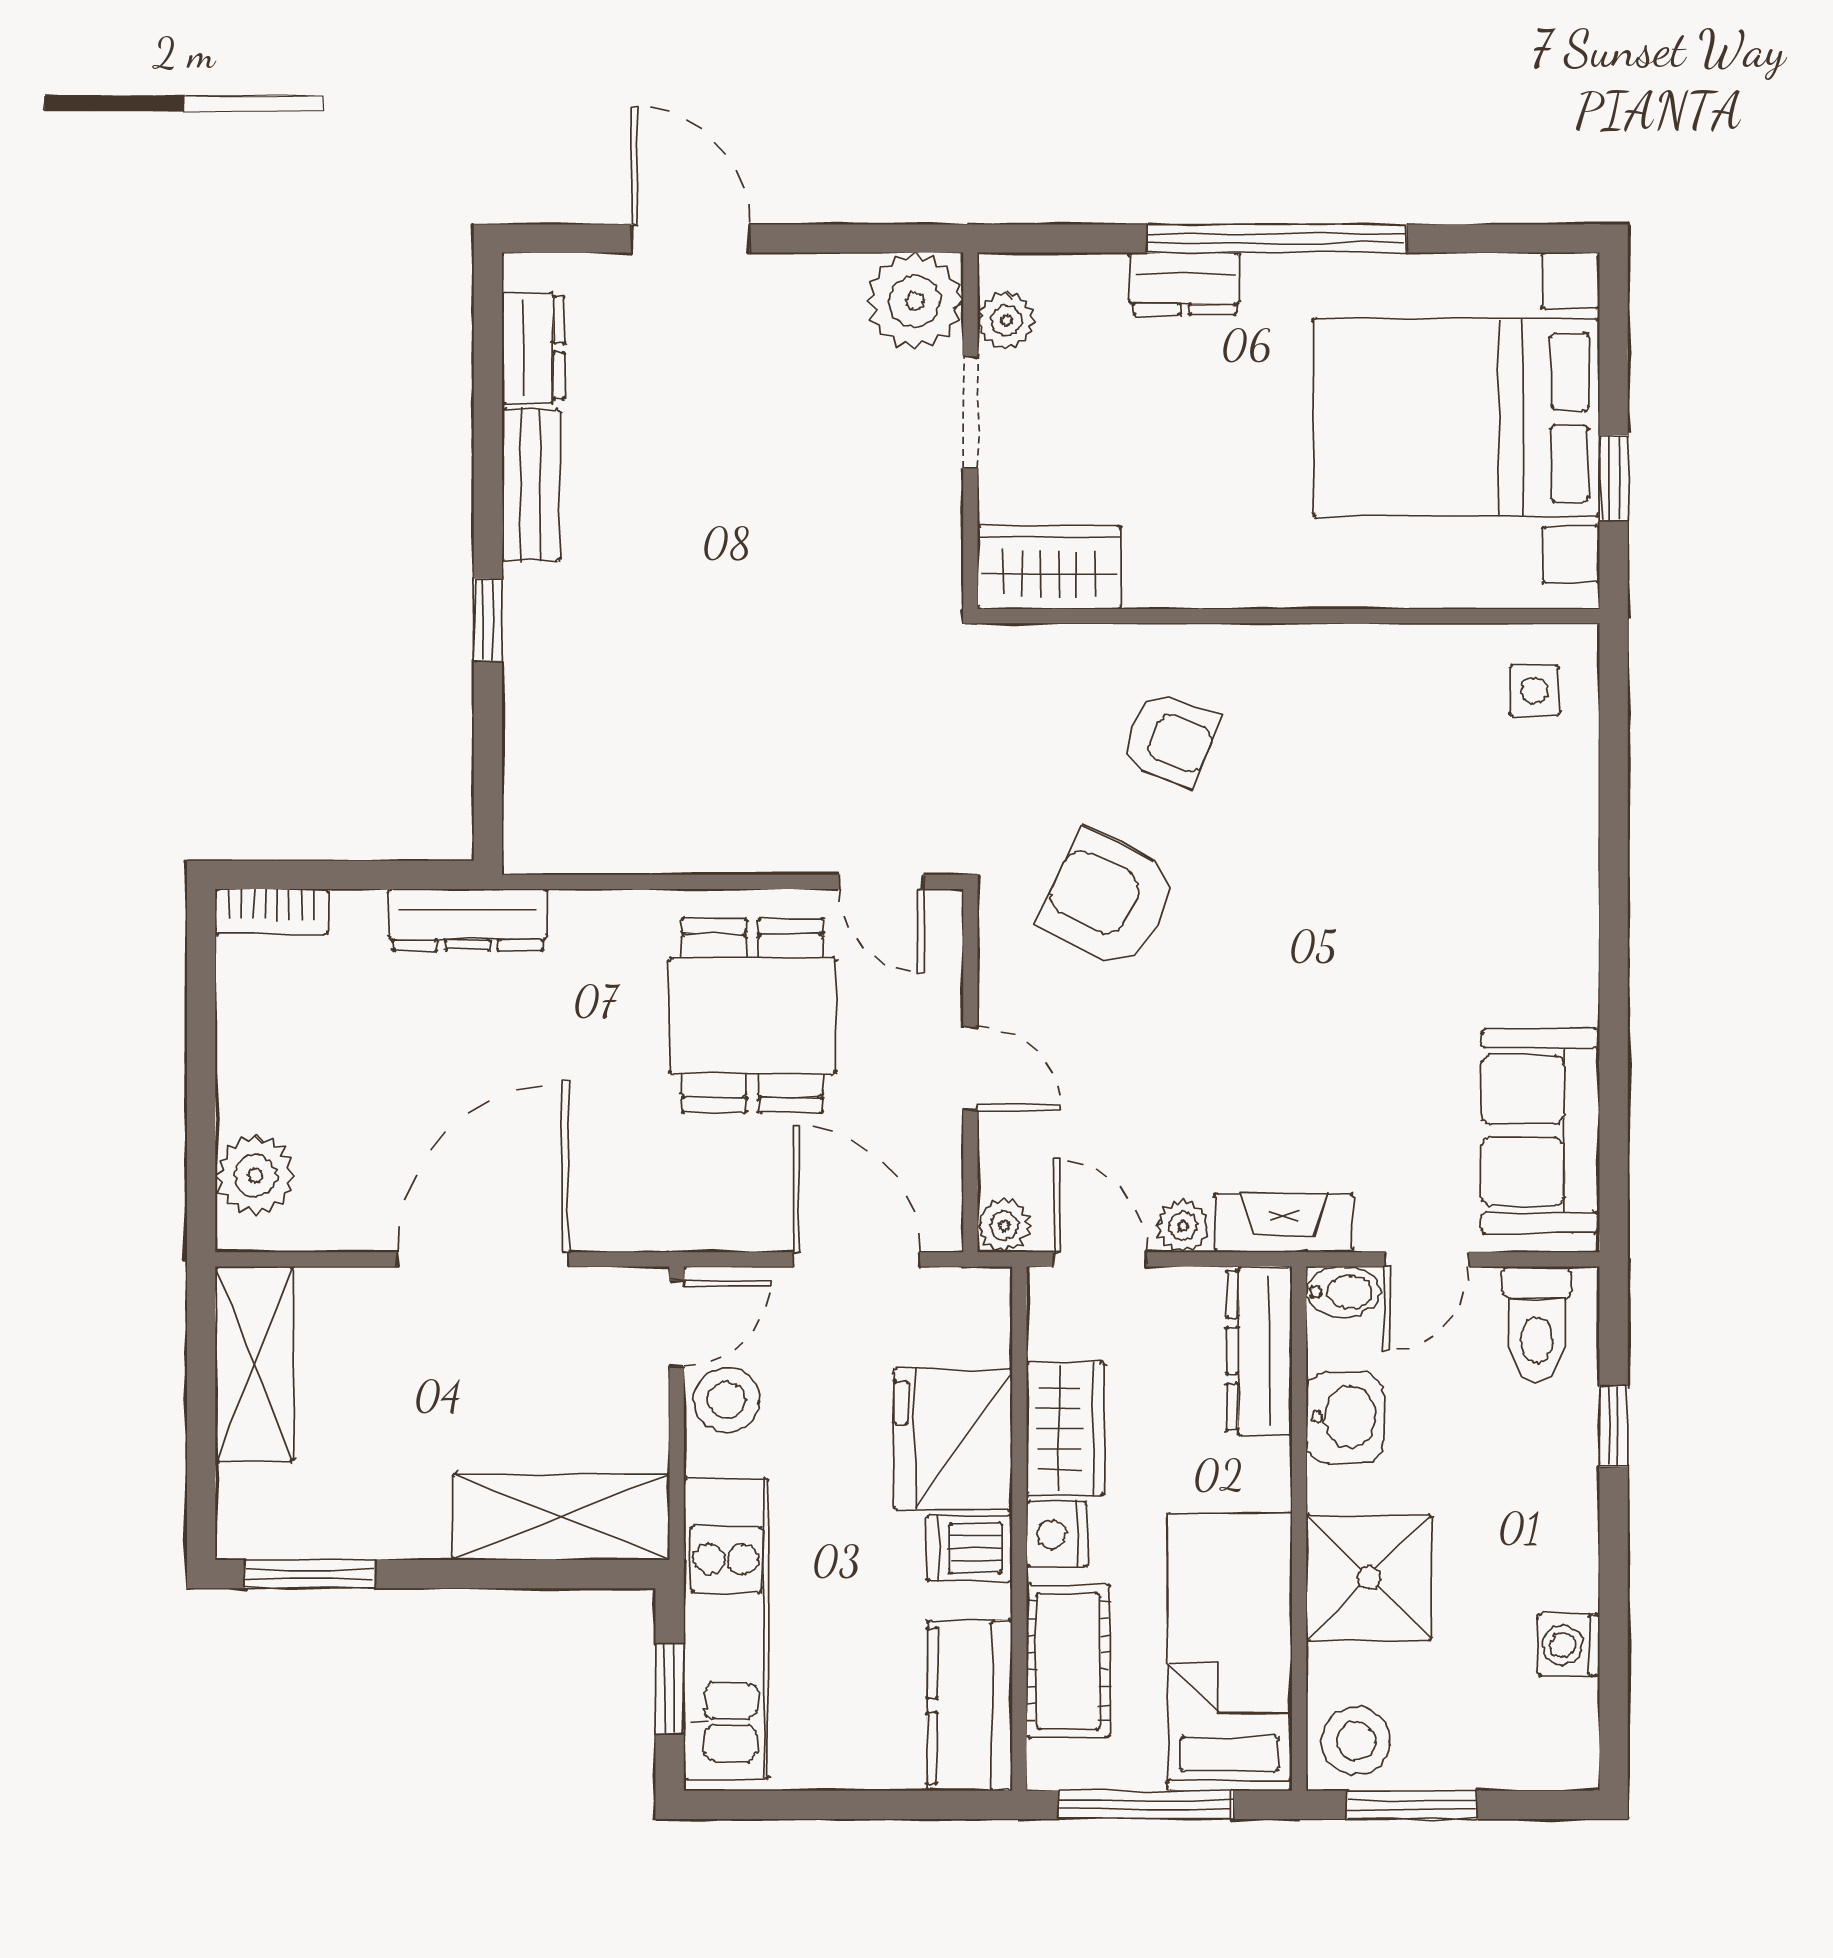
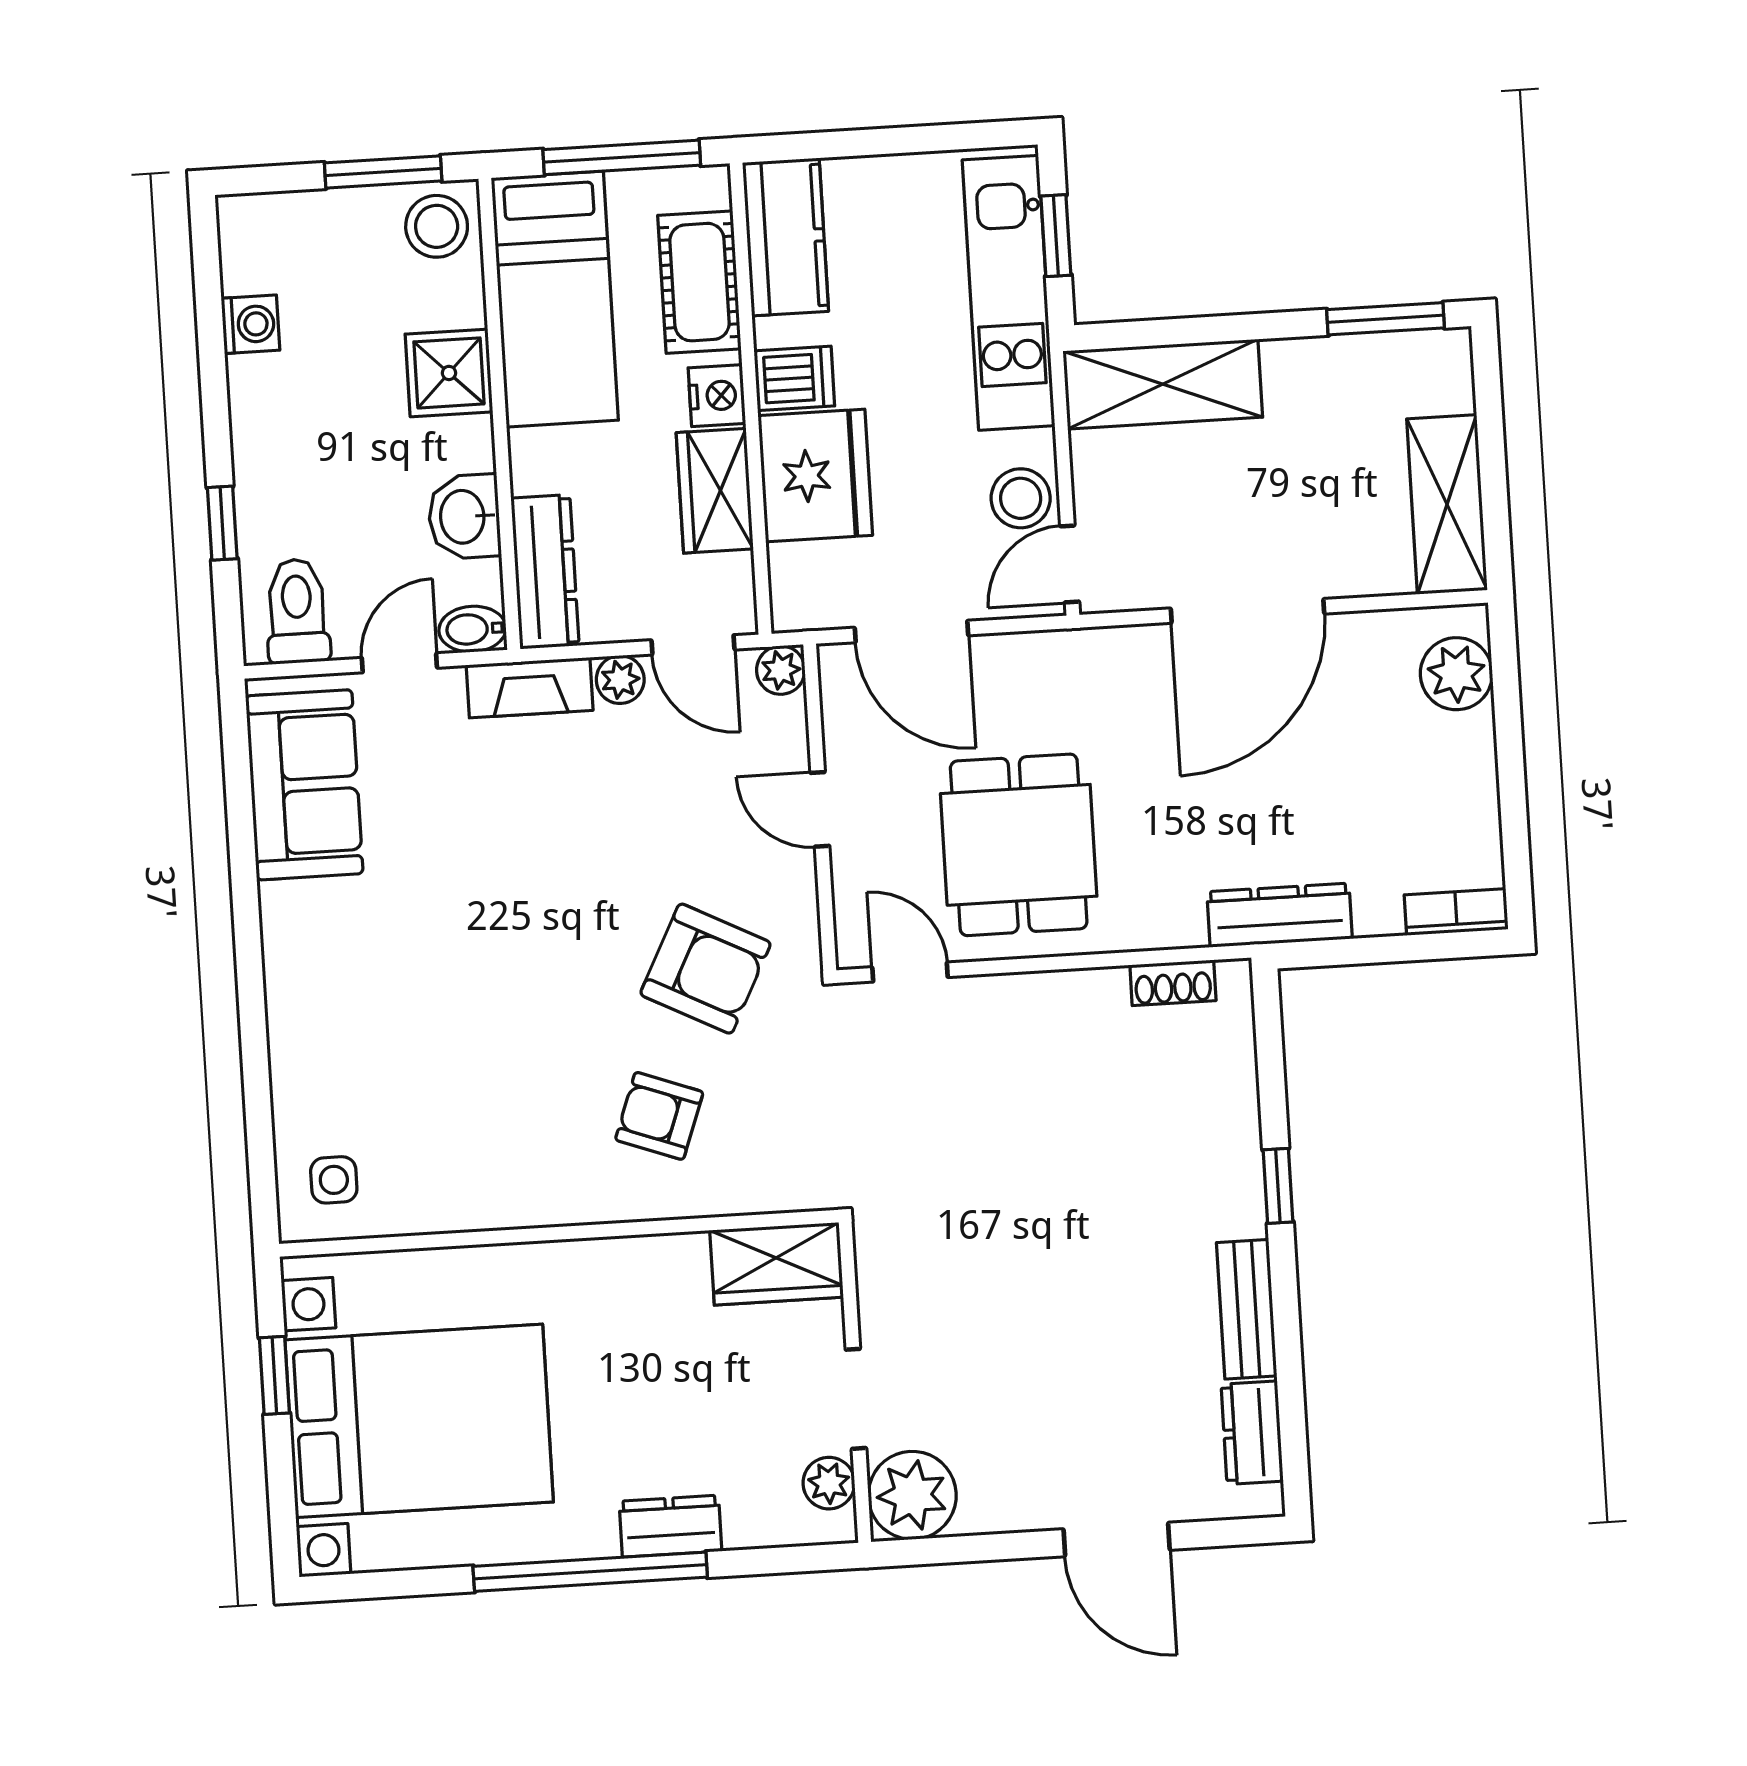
shoe rack: (591, 852) -> (1173, 983), added
shower: (1369, 1578) -> (449, 373), width x0.73, depth x0.73

